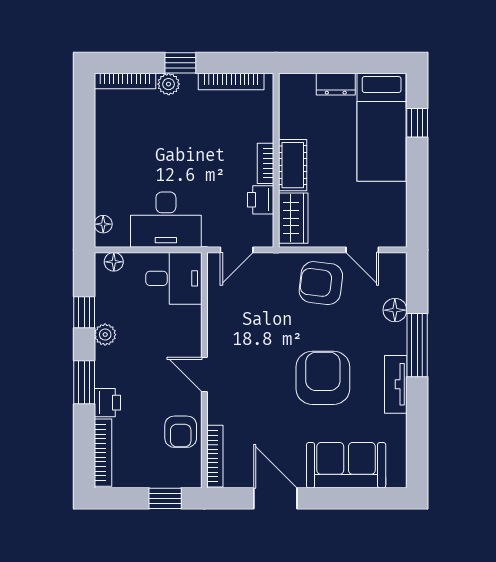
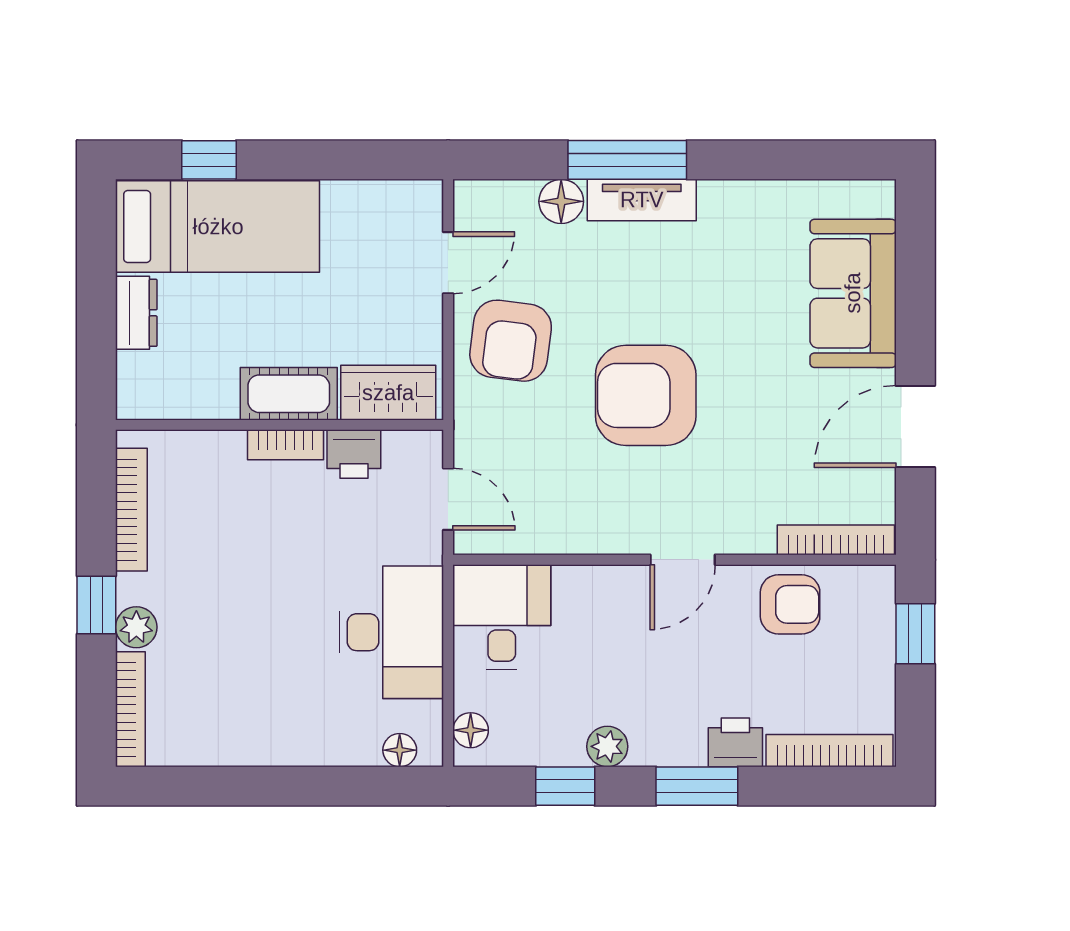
armchair: (323, 378) -> (646, 395), moved
tv unit: (396, 384) -> (642, 200), moved

